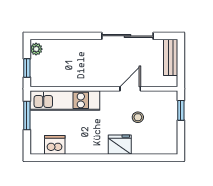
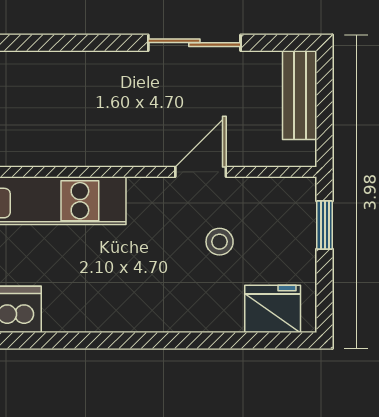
sliding door: (128, 36) -> (194, 43), width x0.73
fridge: (120, 145) -> (273, 309), moved

